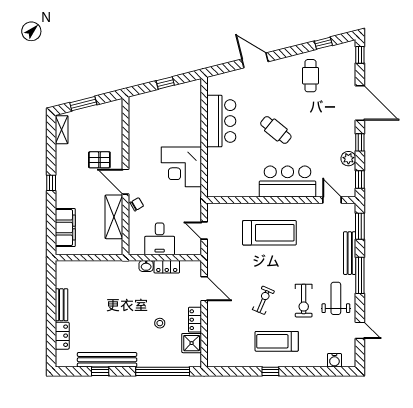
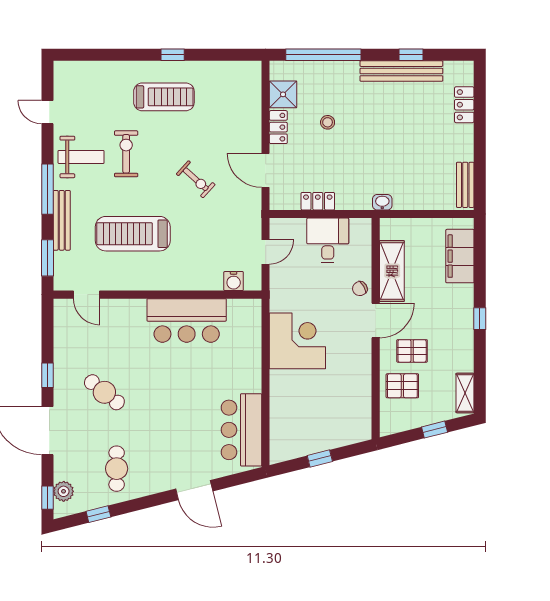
window: (83, 104) -> (435, 430), width x0.67
bar counter: (221, 121) -> (241, 430), moved
cafe table: (276, 130) -> (104, 392), moved
pallet: (106, 135) -> (402, 386), added
plant: (348, 159) -> (64, 491), moved
window: (360, 180) -> (47, 323), removed
door: (125, 182) -> (376, 320), hinge flipped
bar counter: (288, 182) -> (187, 320), moved
door: (204, 230) -> (266, 252), hinge flipped
treadmill: (269, 233) -> (133, 234), moved
washbasin: (146, 266) -> (382, 202), moved
weight bench: (336, 298) -> (81, 157), turned -90
exercise bike: (263, 300) -> (196, 179), moved, turned -71
bench: (61, 305) -> (465, 185), moved
water cooler: (334, 360) -> (234, 281), moved, turned 180

